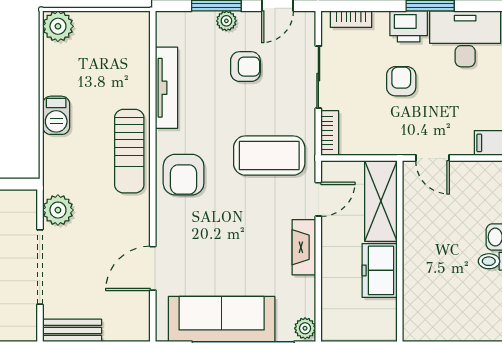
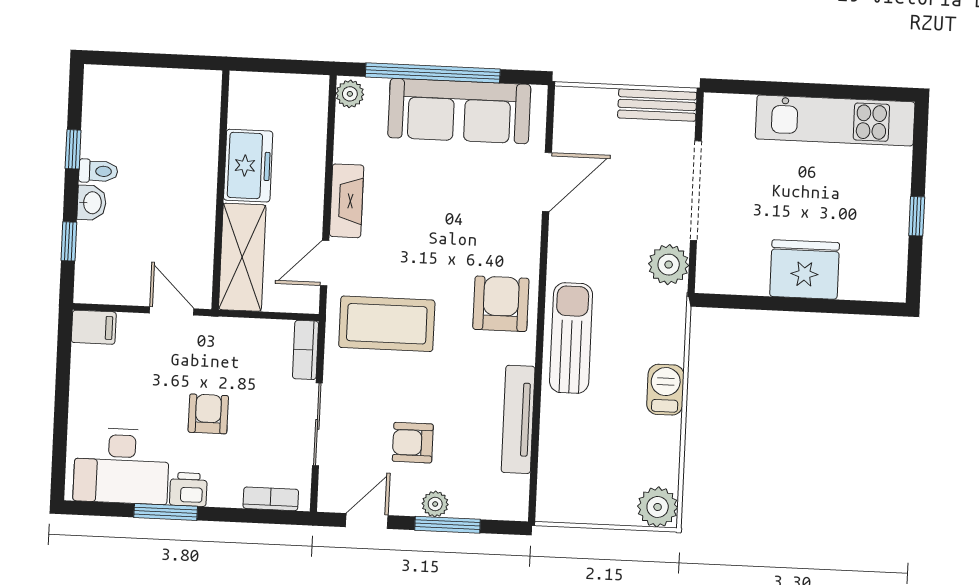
printer: (409, 26) -> (188, 489), width x0.73, depth x0.81
armchair: (401, 81) -> (208, 414), turned 180

